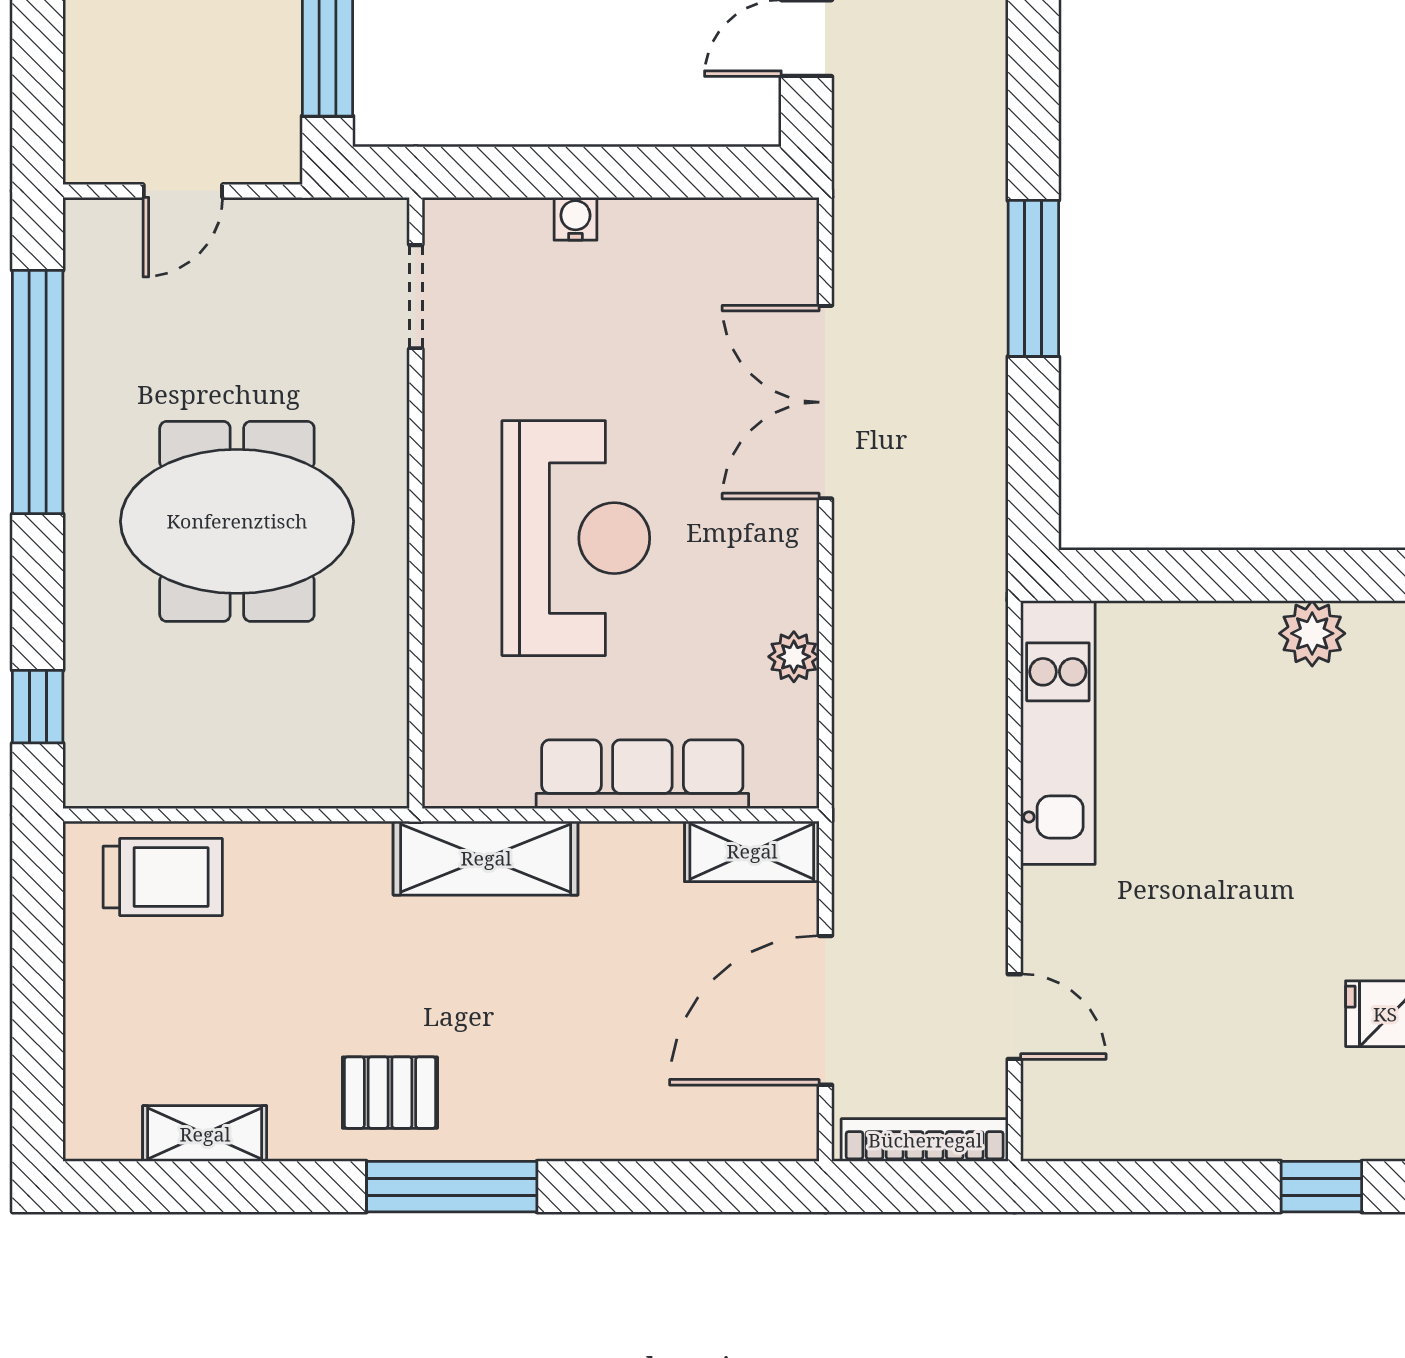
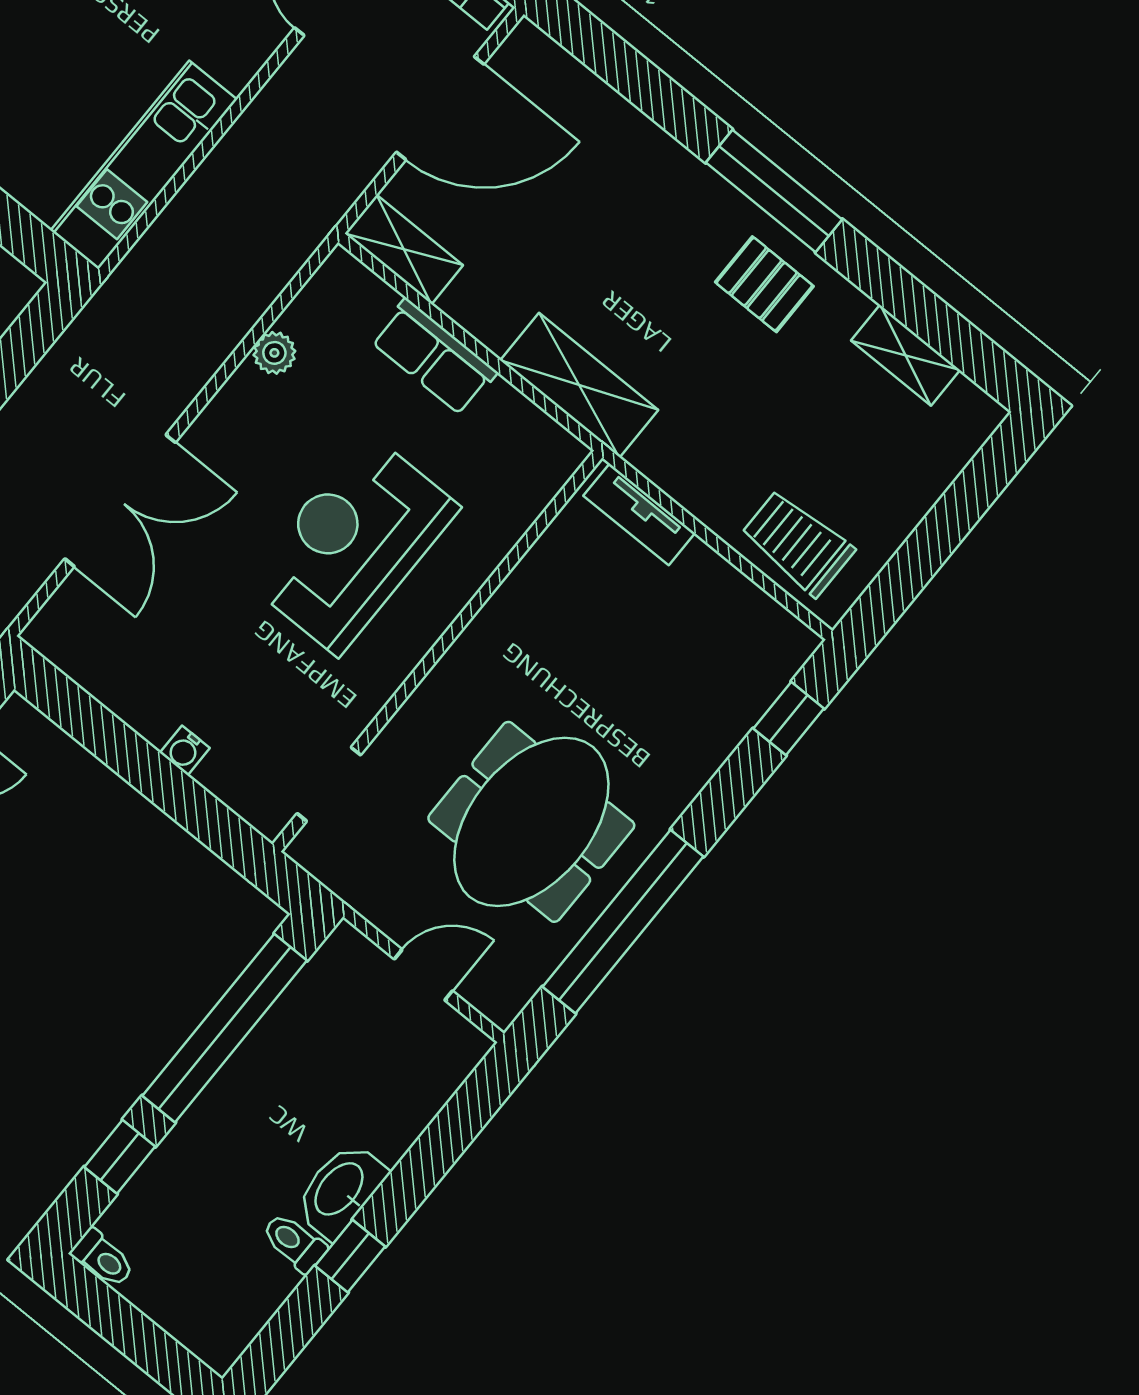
meeting table: (237, 521) -> (531, 822), moved, turned 90
row of seats: (642, 774) -> (434, 357), width x0.68
tv unit: (332, 783) -> (639, 514), added

